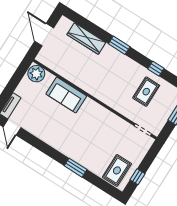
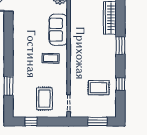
coffee table: (89, 120) -> (51, 58), added
window: (76, 168) -> (8, 86), moved
rug: (117, 170) -> (44, 99), moved, turned 90

